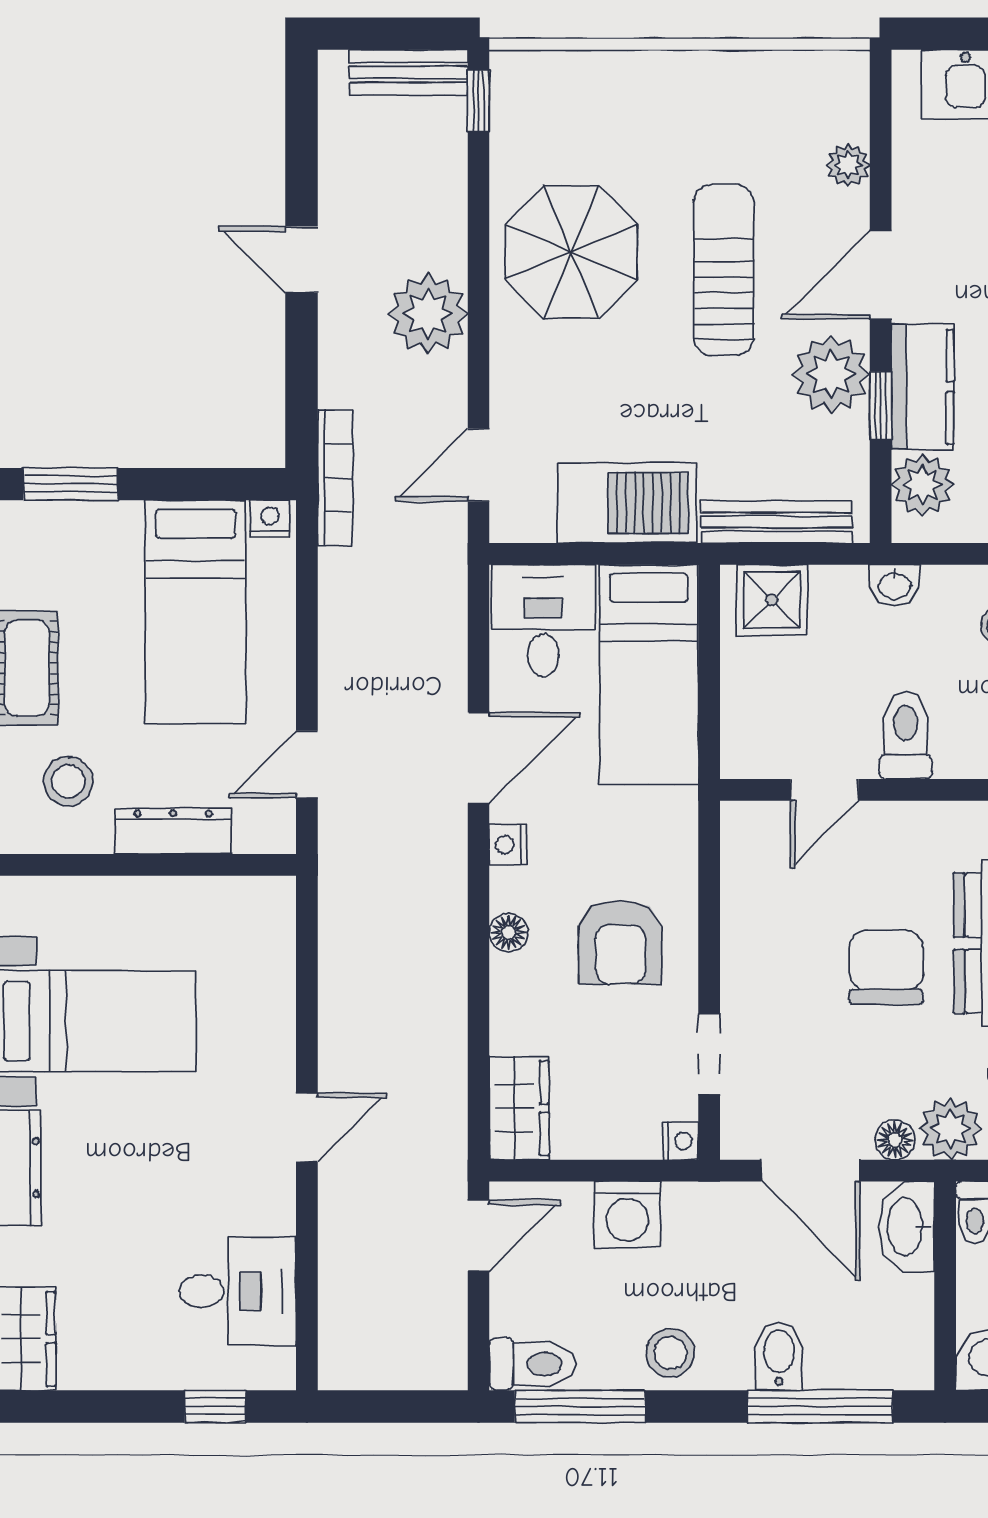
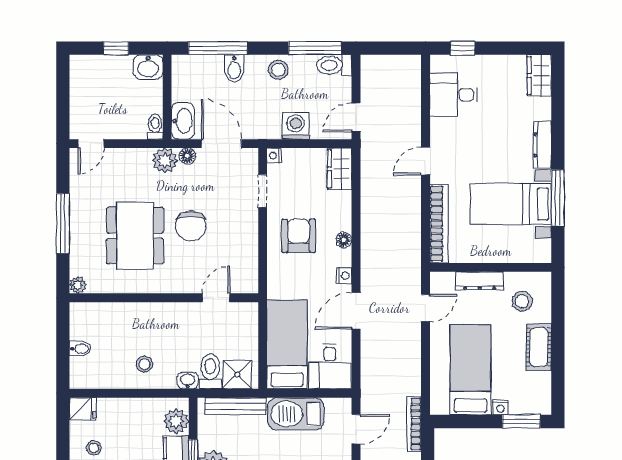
nightstand: (270, 519) -> (500, 408), moved
toilet: (906, 735) -> (210, 371), moved, turned 180
bookcase: (274, 973) -> (439, 224), added

